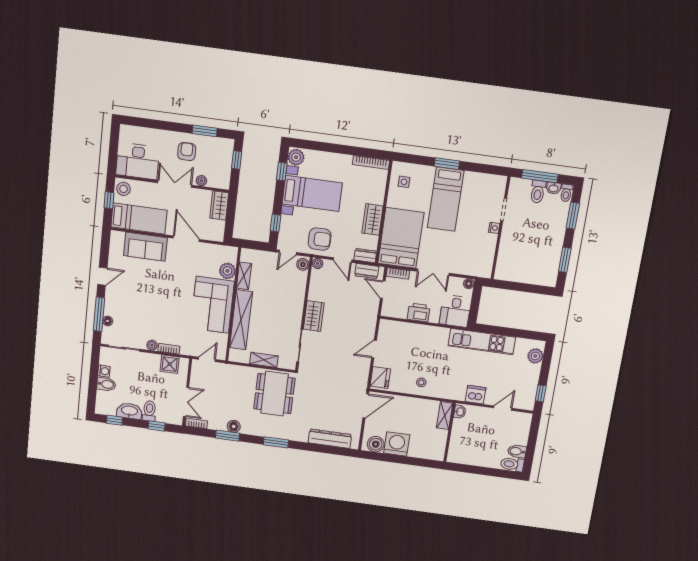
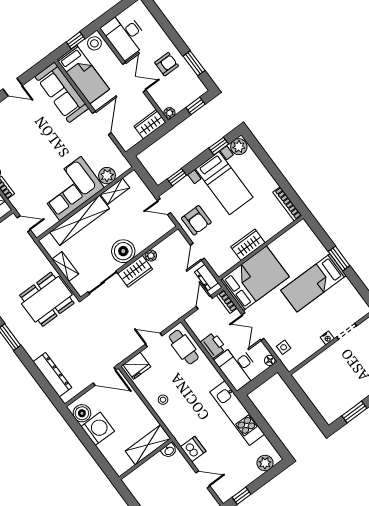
plant: (201, 181) -> (169, 113), moved
side table: (404, 182) -> (284, 347), moved
sofa: (145, 247) -> (62, 92), width x1.36
dresser: (365, 256) -> (217, 265), removed
plant: (318, 263) -> (151, 256), moved
boiler: (303, 264) -> (123, 251), moved, width x1.86, depth x1.86
desk: (455, 311) -> (237, 367), width x1.37
cafe table: (399, 334) -> (184, 347), added
shelving: (445, 415) -> (148, 445), width x1.50, depth x1.33

